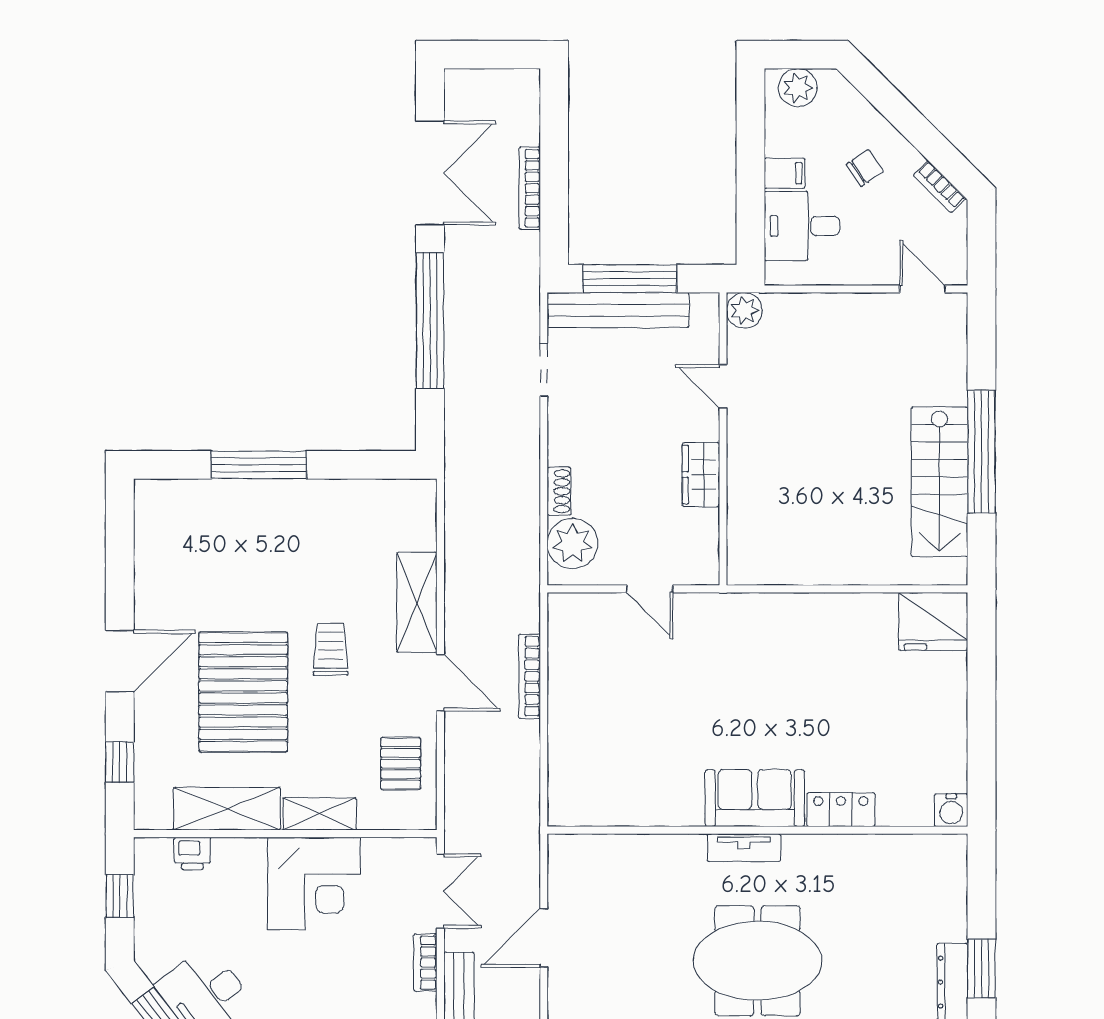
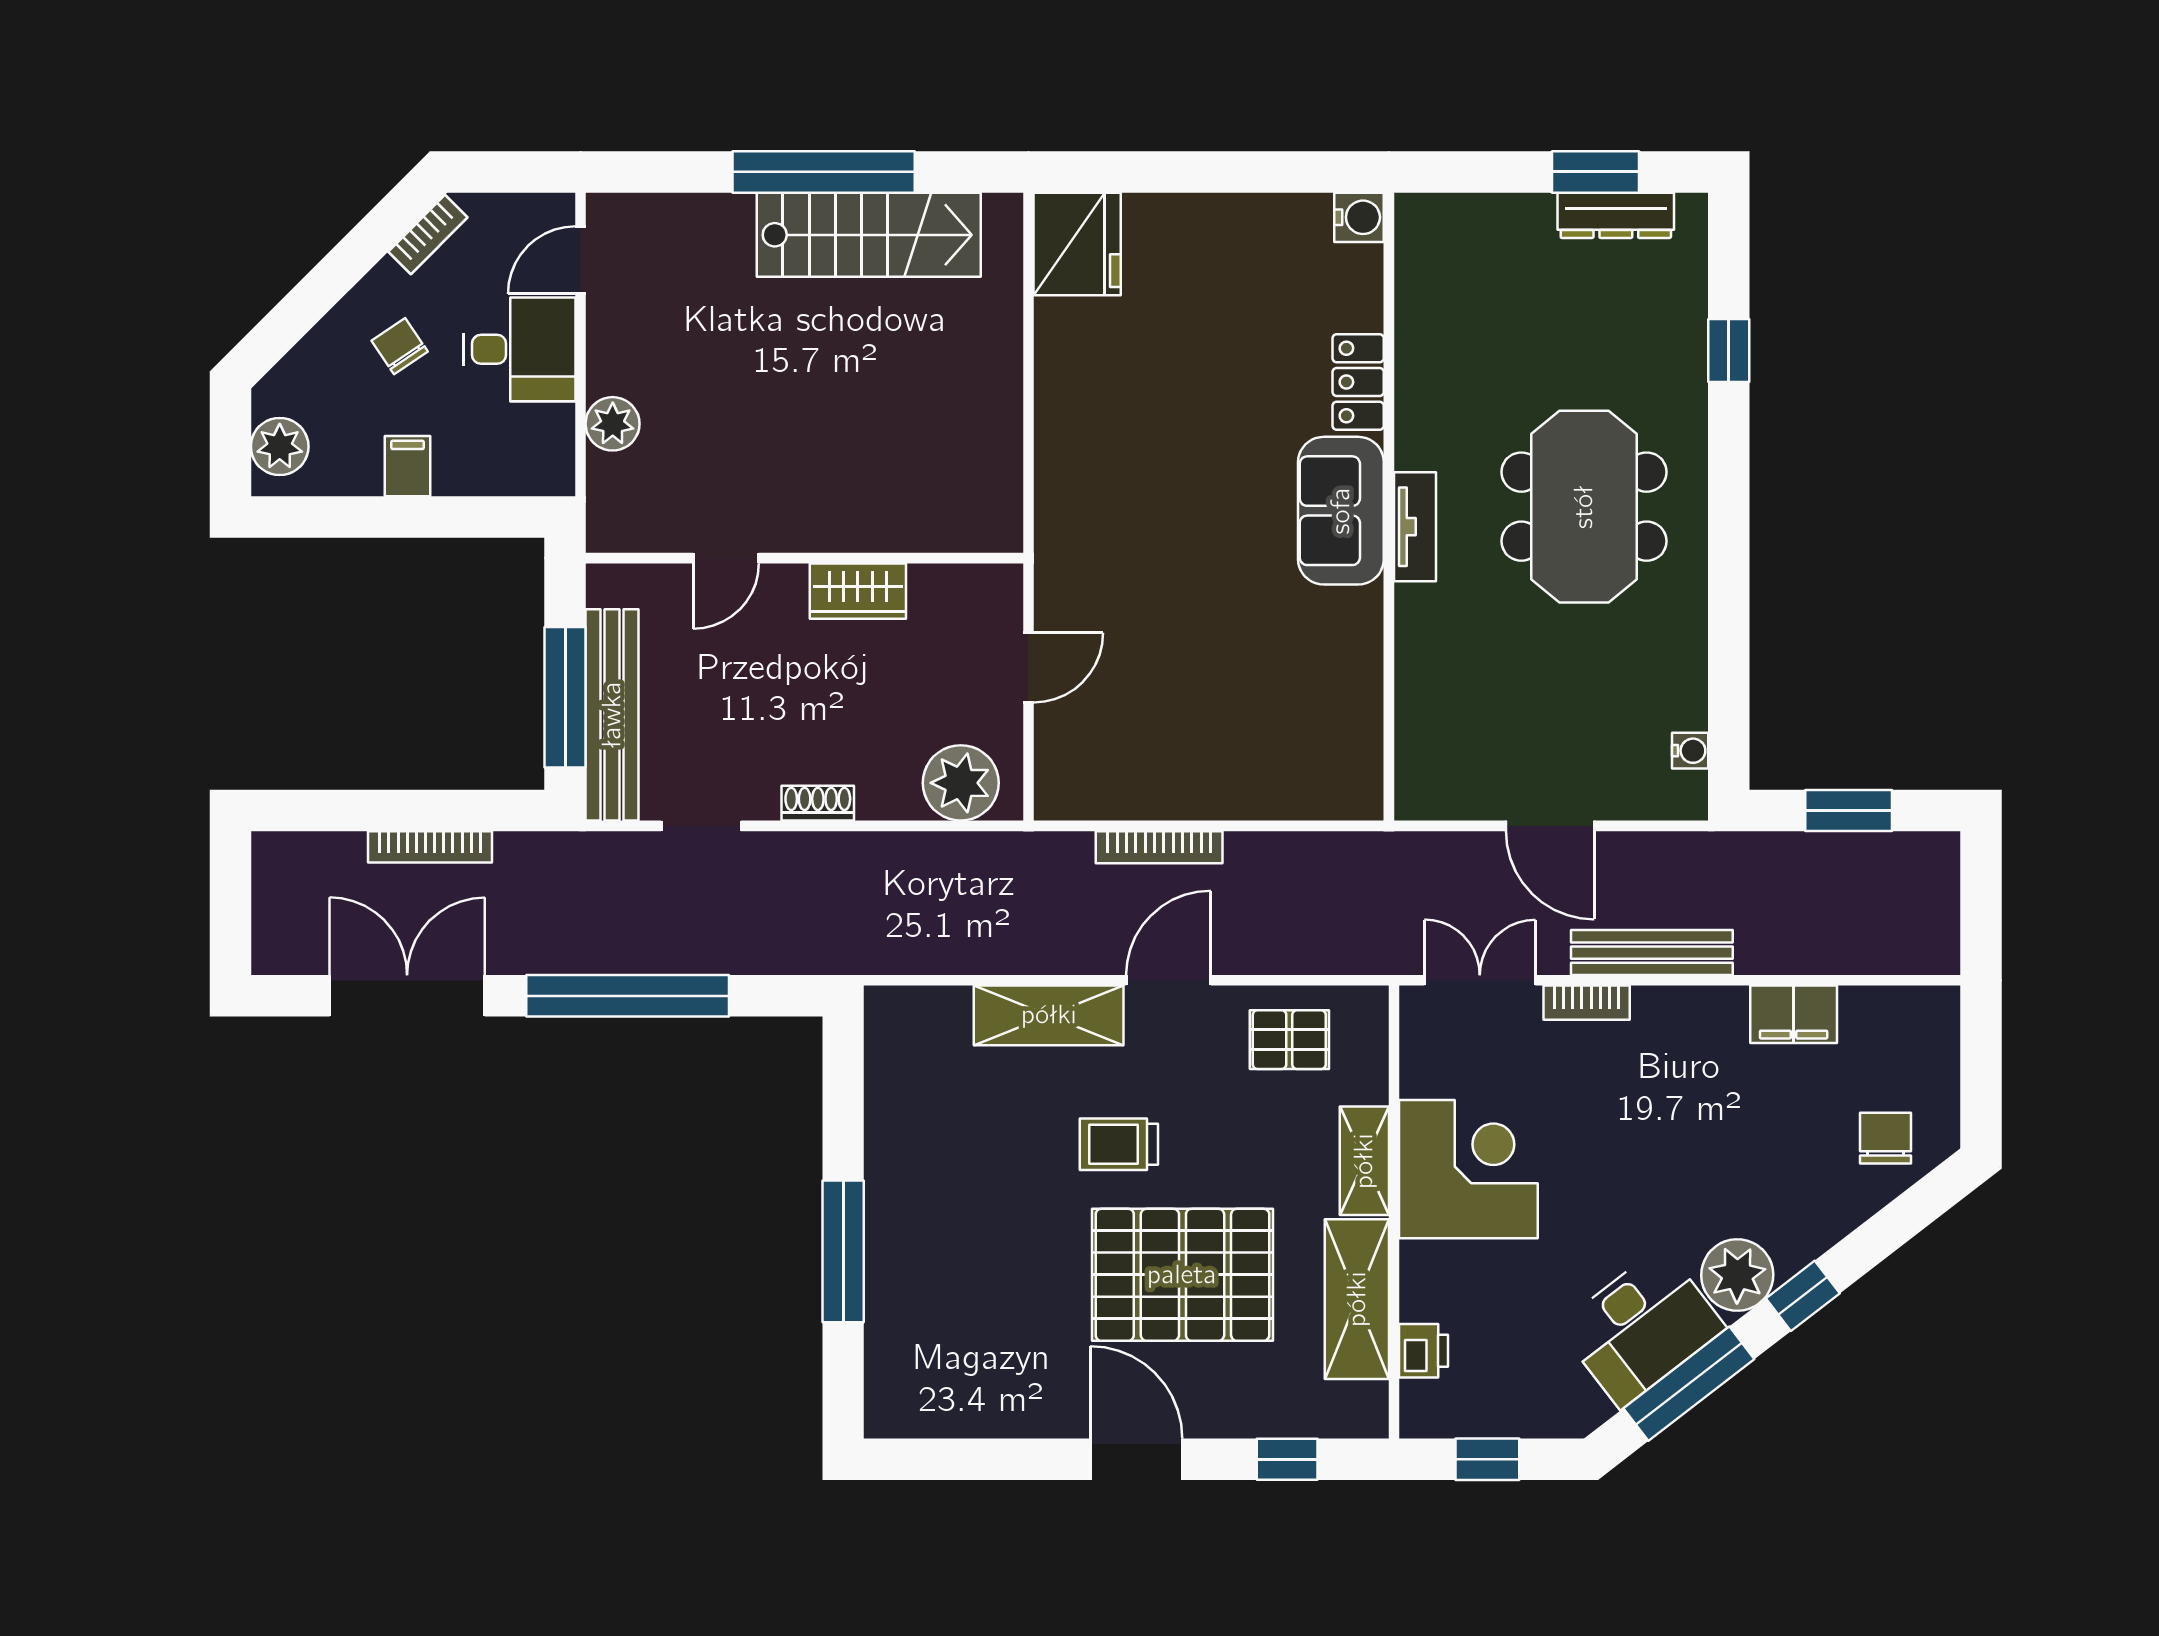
desk: (802, 226) -> (519, 349), moved, turned -90
plant: (744, 310) -> (613, 424), moved
shoe rack: (559, 491) -> (818, 803), moved

